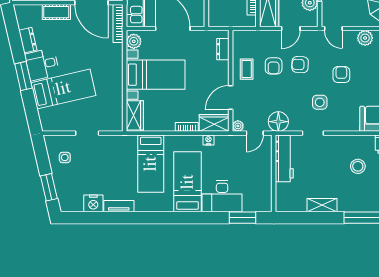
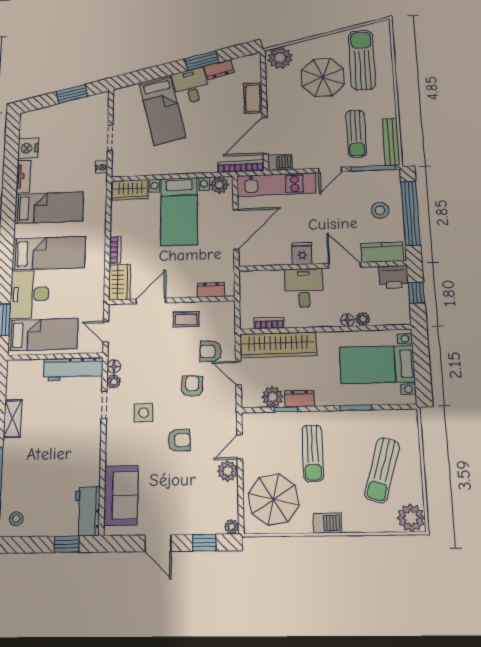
door: (333, 29) -> (240, 447), moved
armchair: (274, 66) -> (211, 351), moved
window: (23, 76) -> (202, 61), moved
door: (231, 97) -> (151, 301), hinge flipped
floor lamp: (278, 122) -> (114, 366), width x0.53, depth x0.53
plant: (238, 126) -> (114, 382), moved
nightstand: (208, 140) -> (101, 167), moved
side table: (65, 158) -> (82, 115), removed
bed: (151, 164) -> (49, 208), moved, turned 180
stool: (358, 166) -> (60, 464), removed
bed: (256, 184) -> (43, 334), added
window: (49, 187) -> (72, 94), moved

